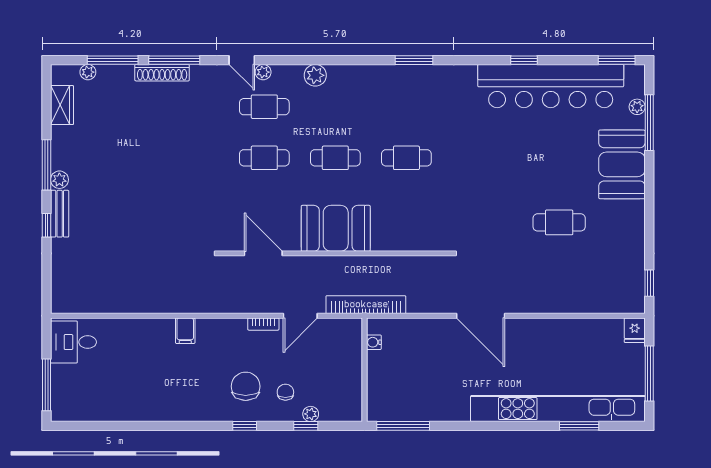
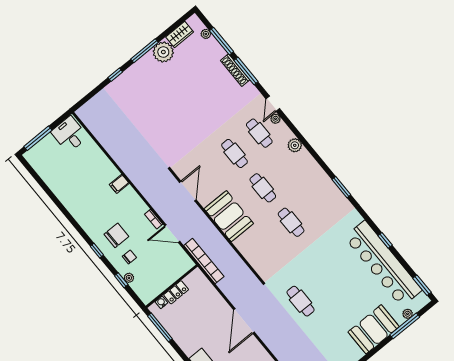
plant: (59, 180) -> (163, 52), moved, width x1.87, depth x1.87
bench: (60, 214) -> (126, 77), removed
cafe table: (559, 222) -> (301, 301), moved
water cooler: (374, 342) -> (161, 302), moved
locker: (376, 370) -> (176, 292), added

